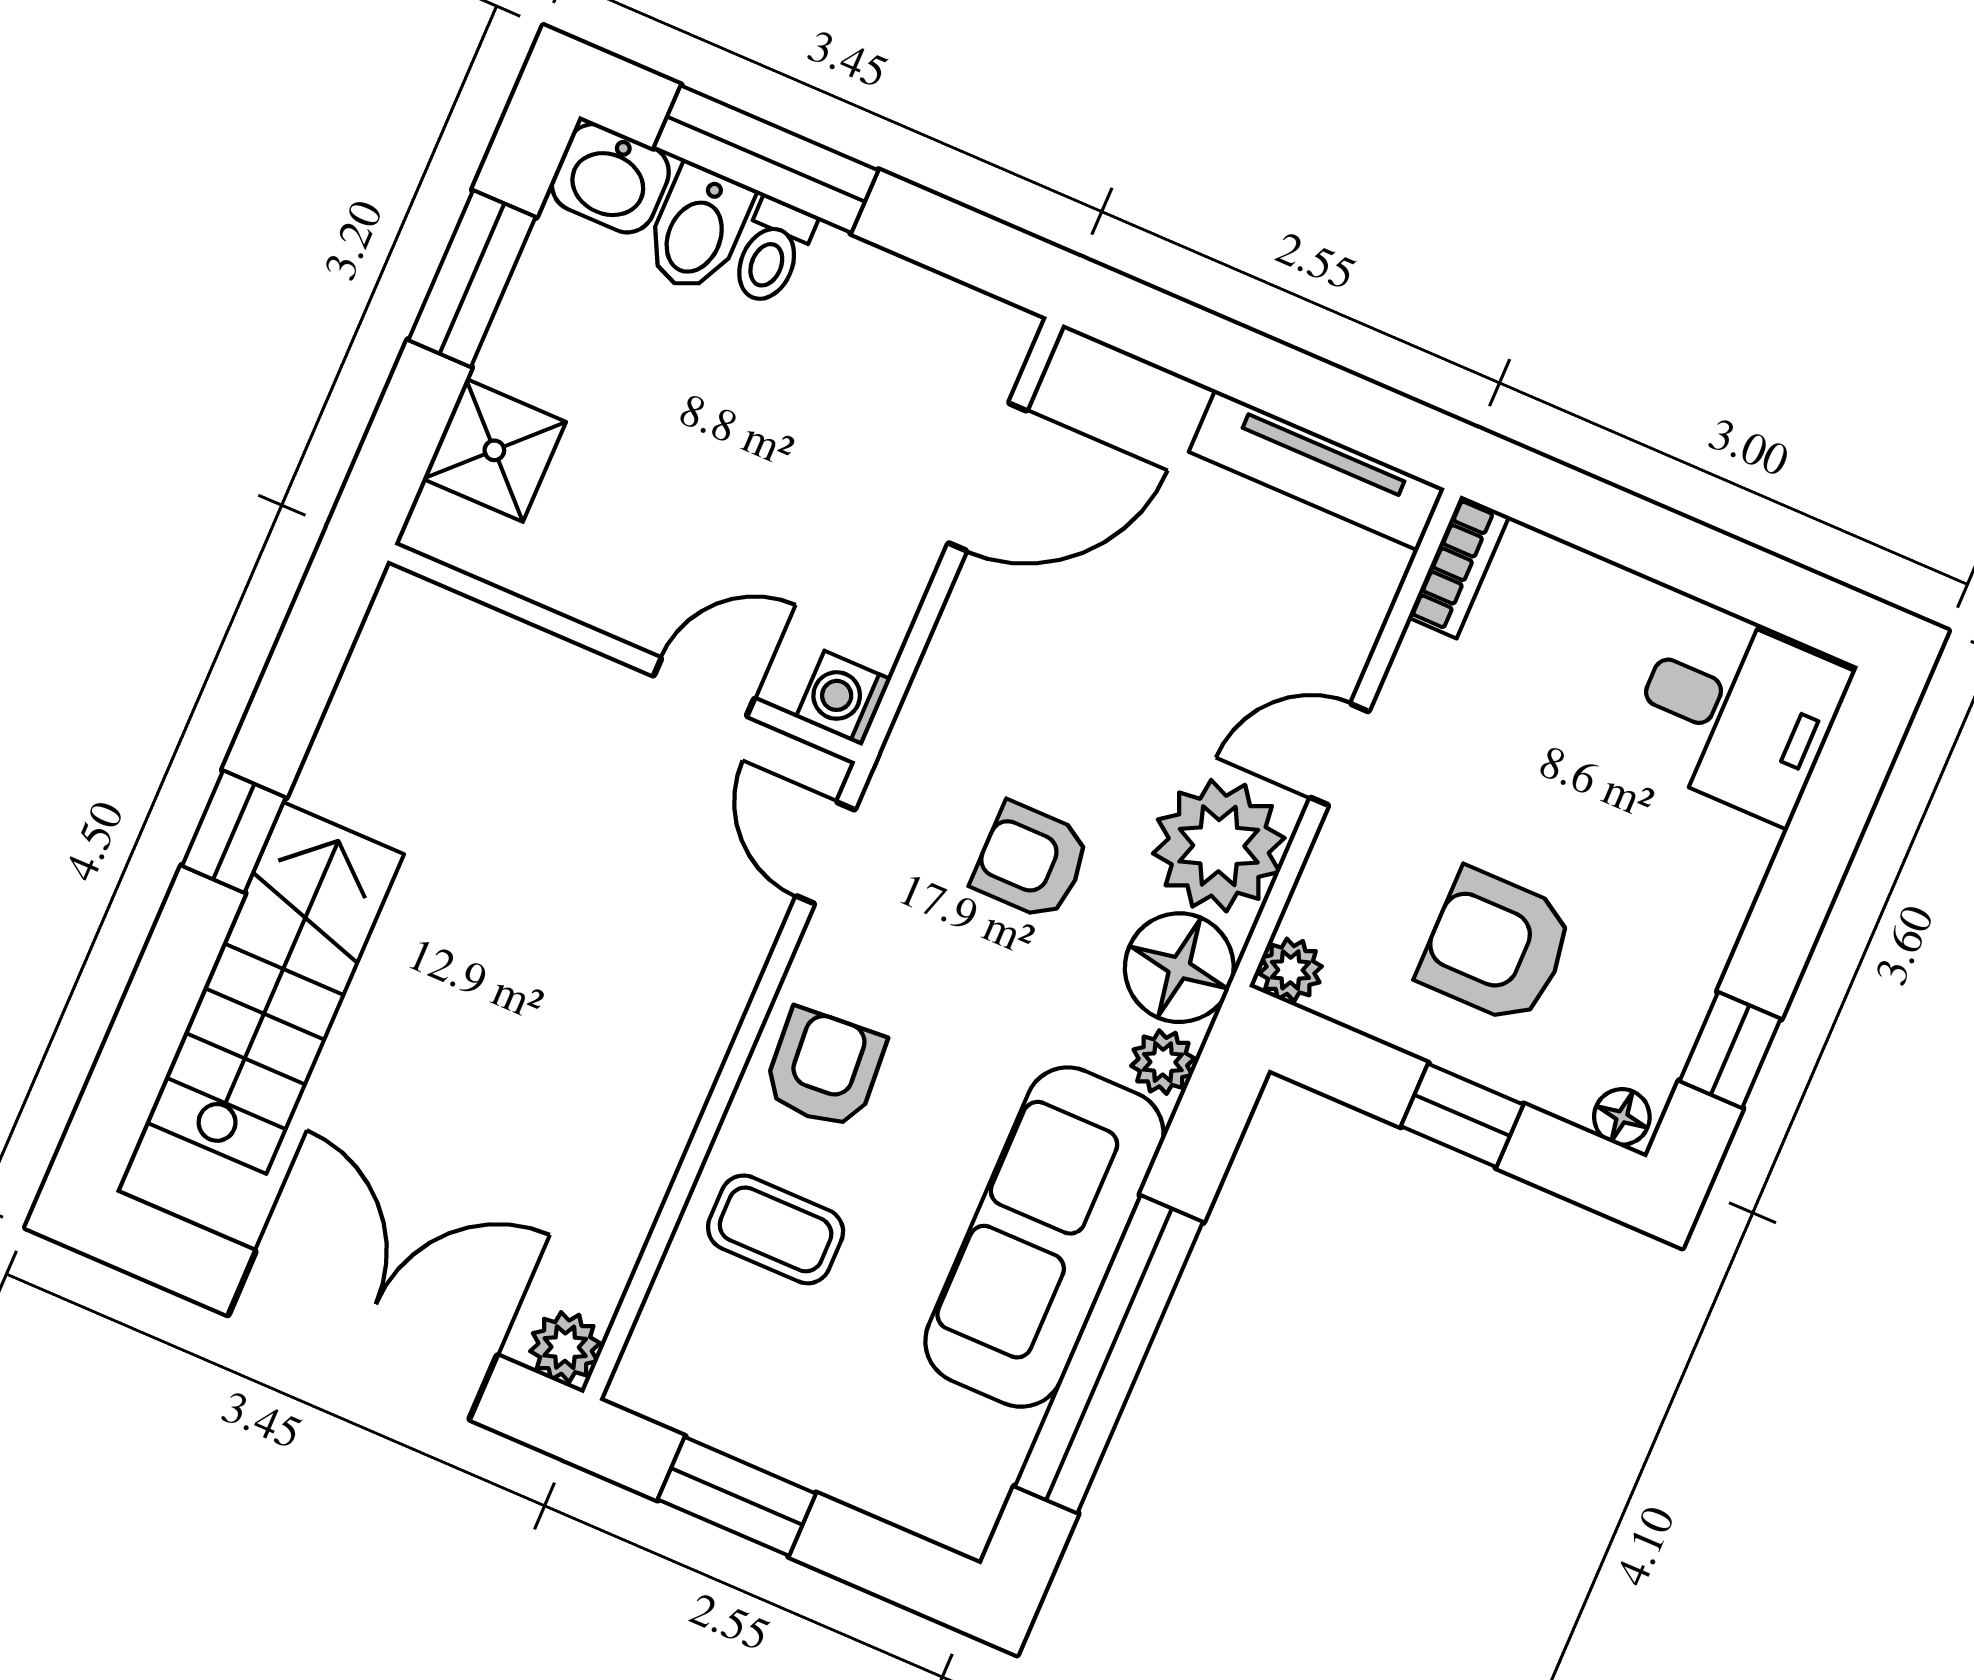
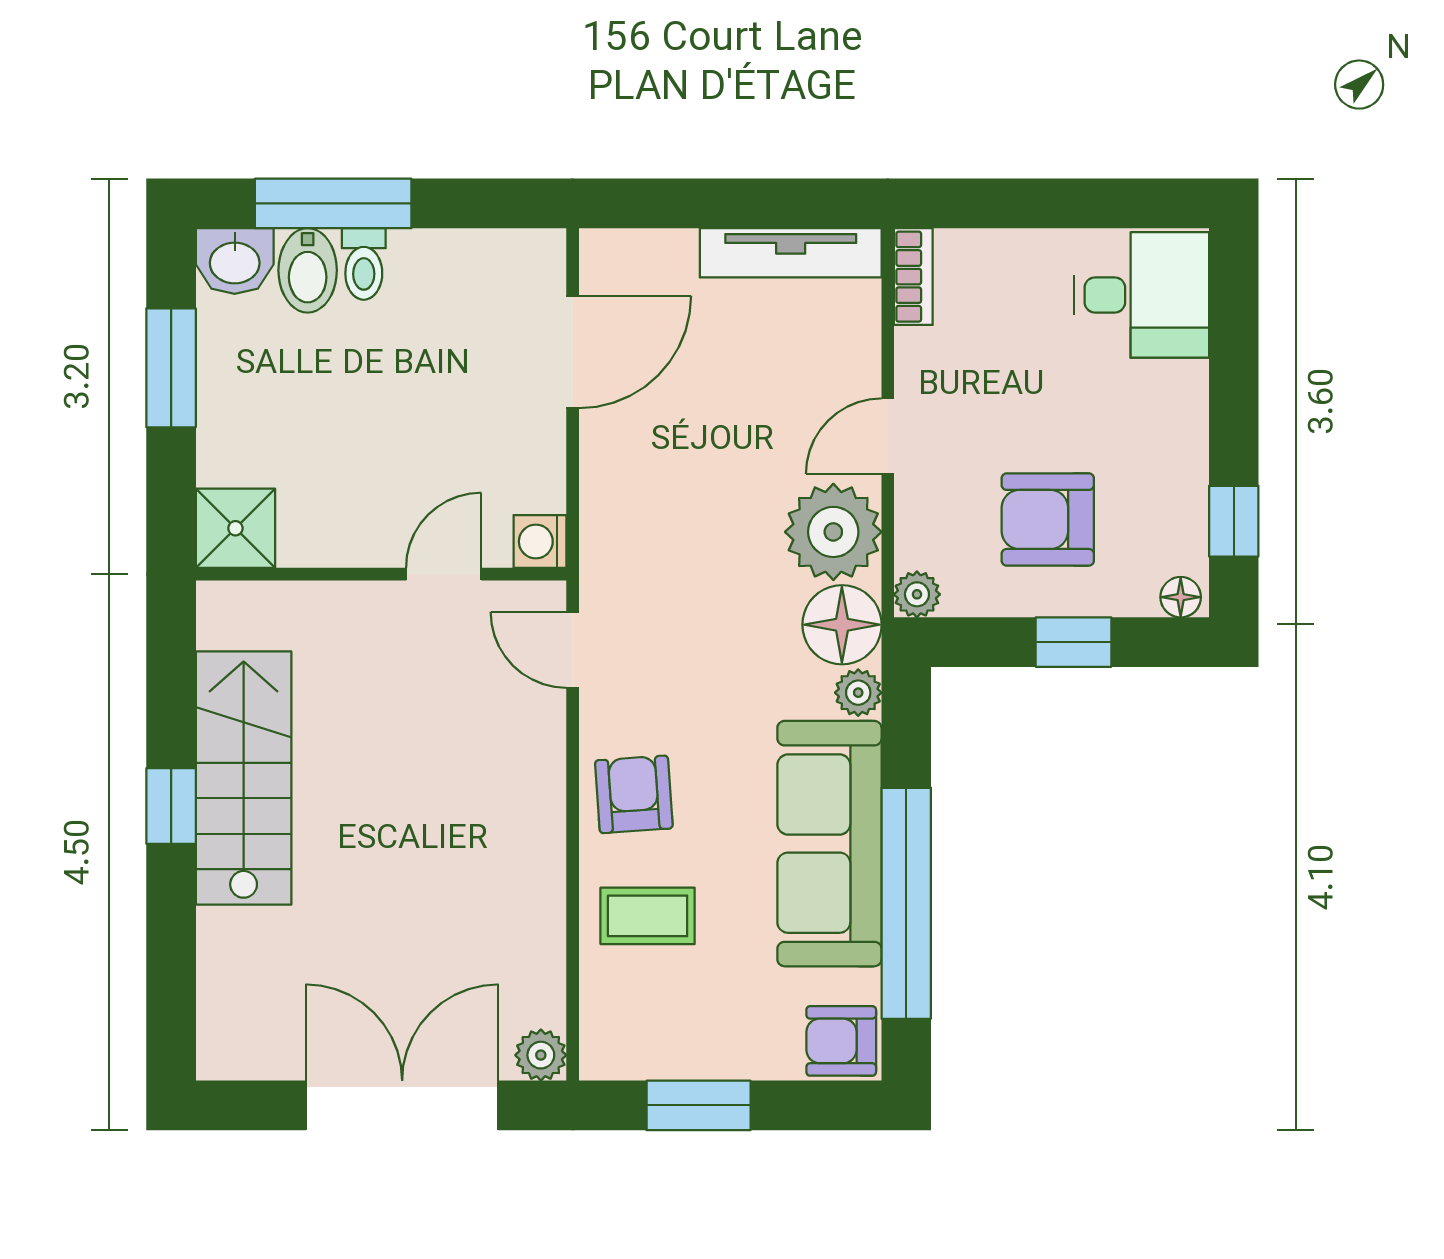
shower: (494, 450) -> (235, 528), moved
armchair: (1031, 861) -> (841, 1041), moved
stairs: (275, 988) -> (244, 778), moved

